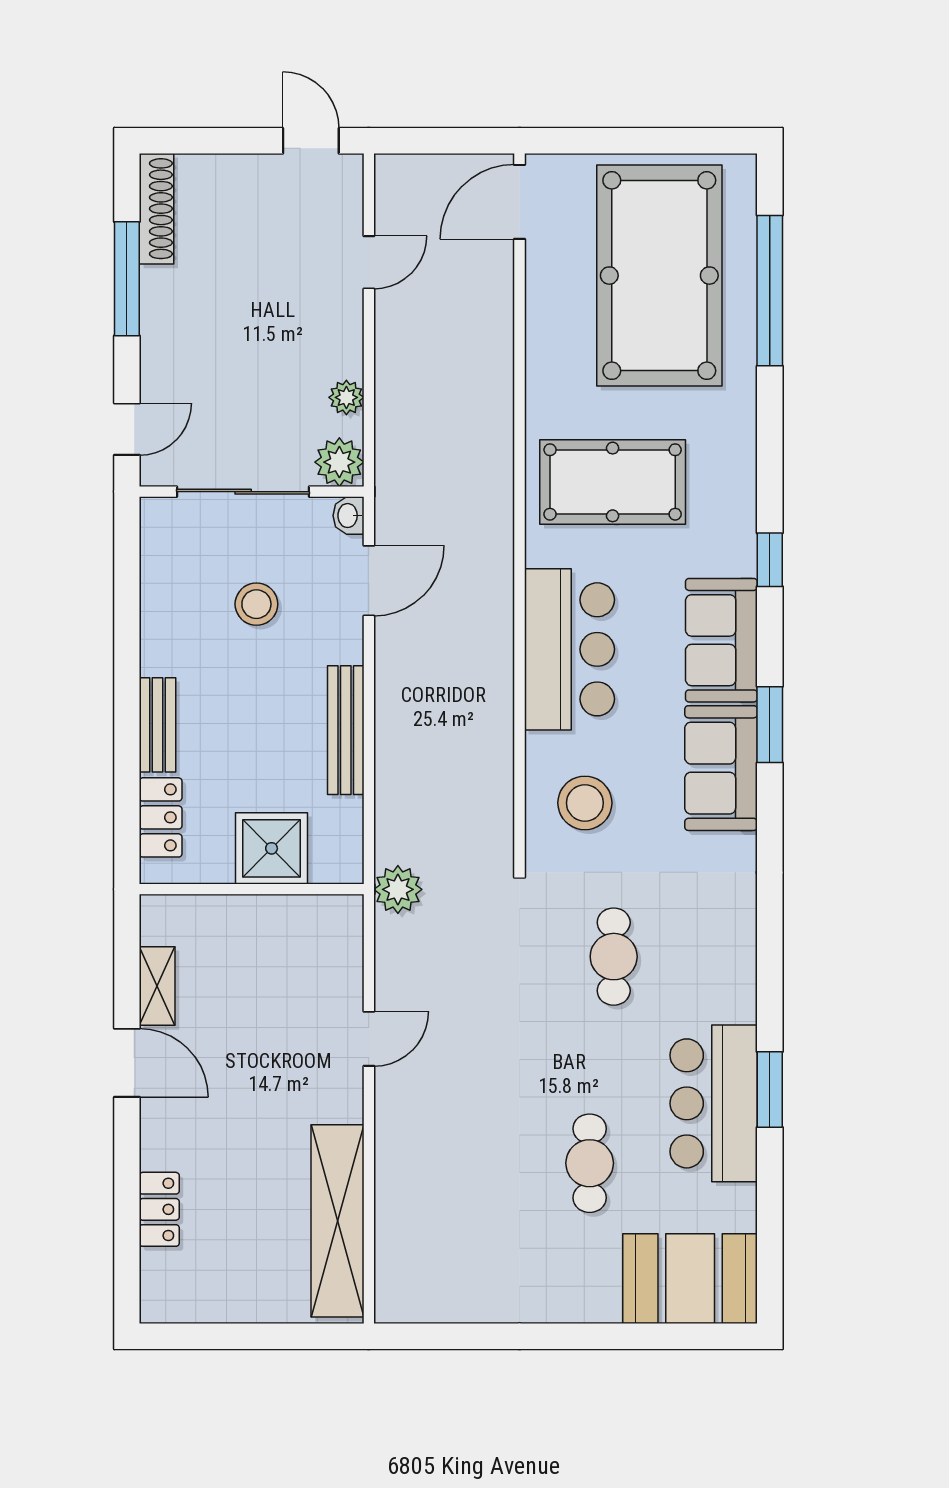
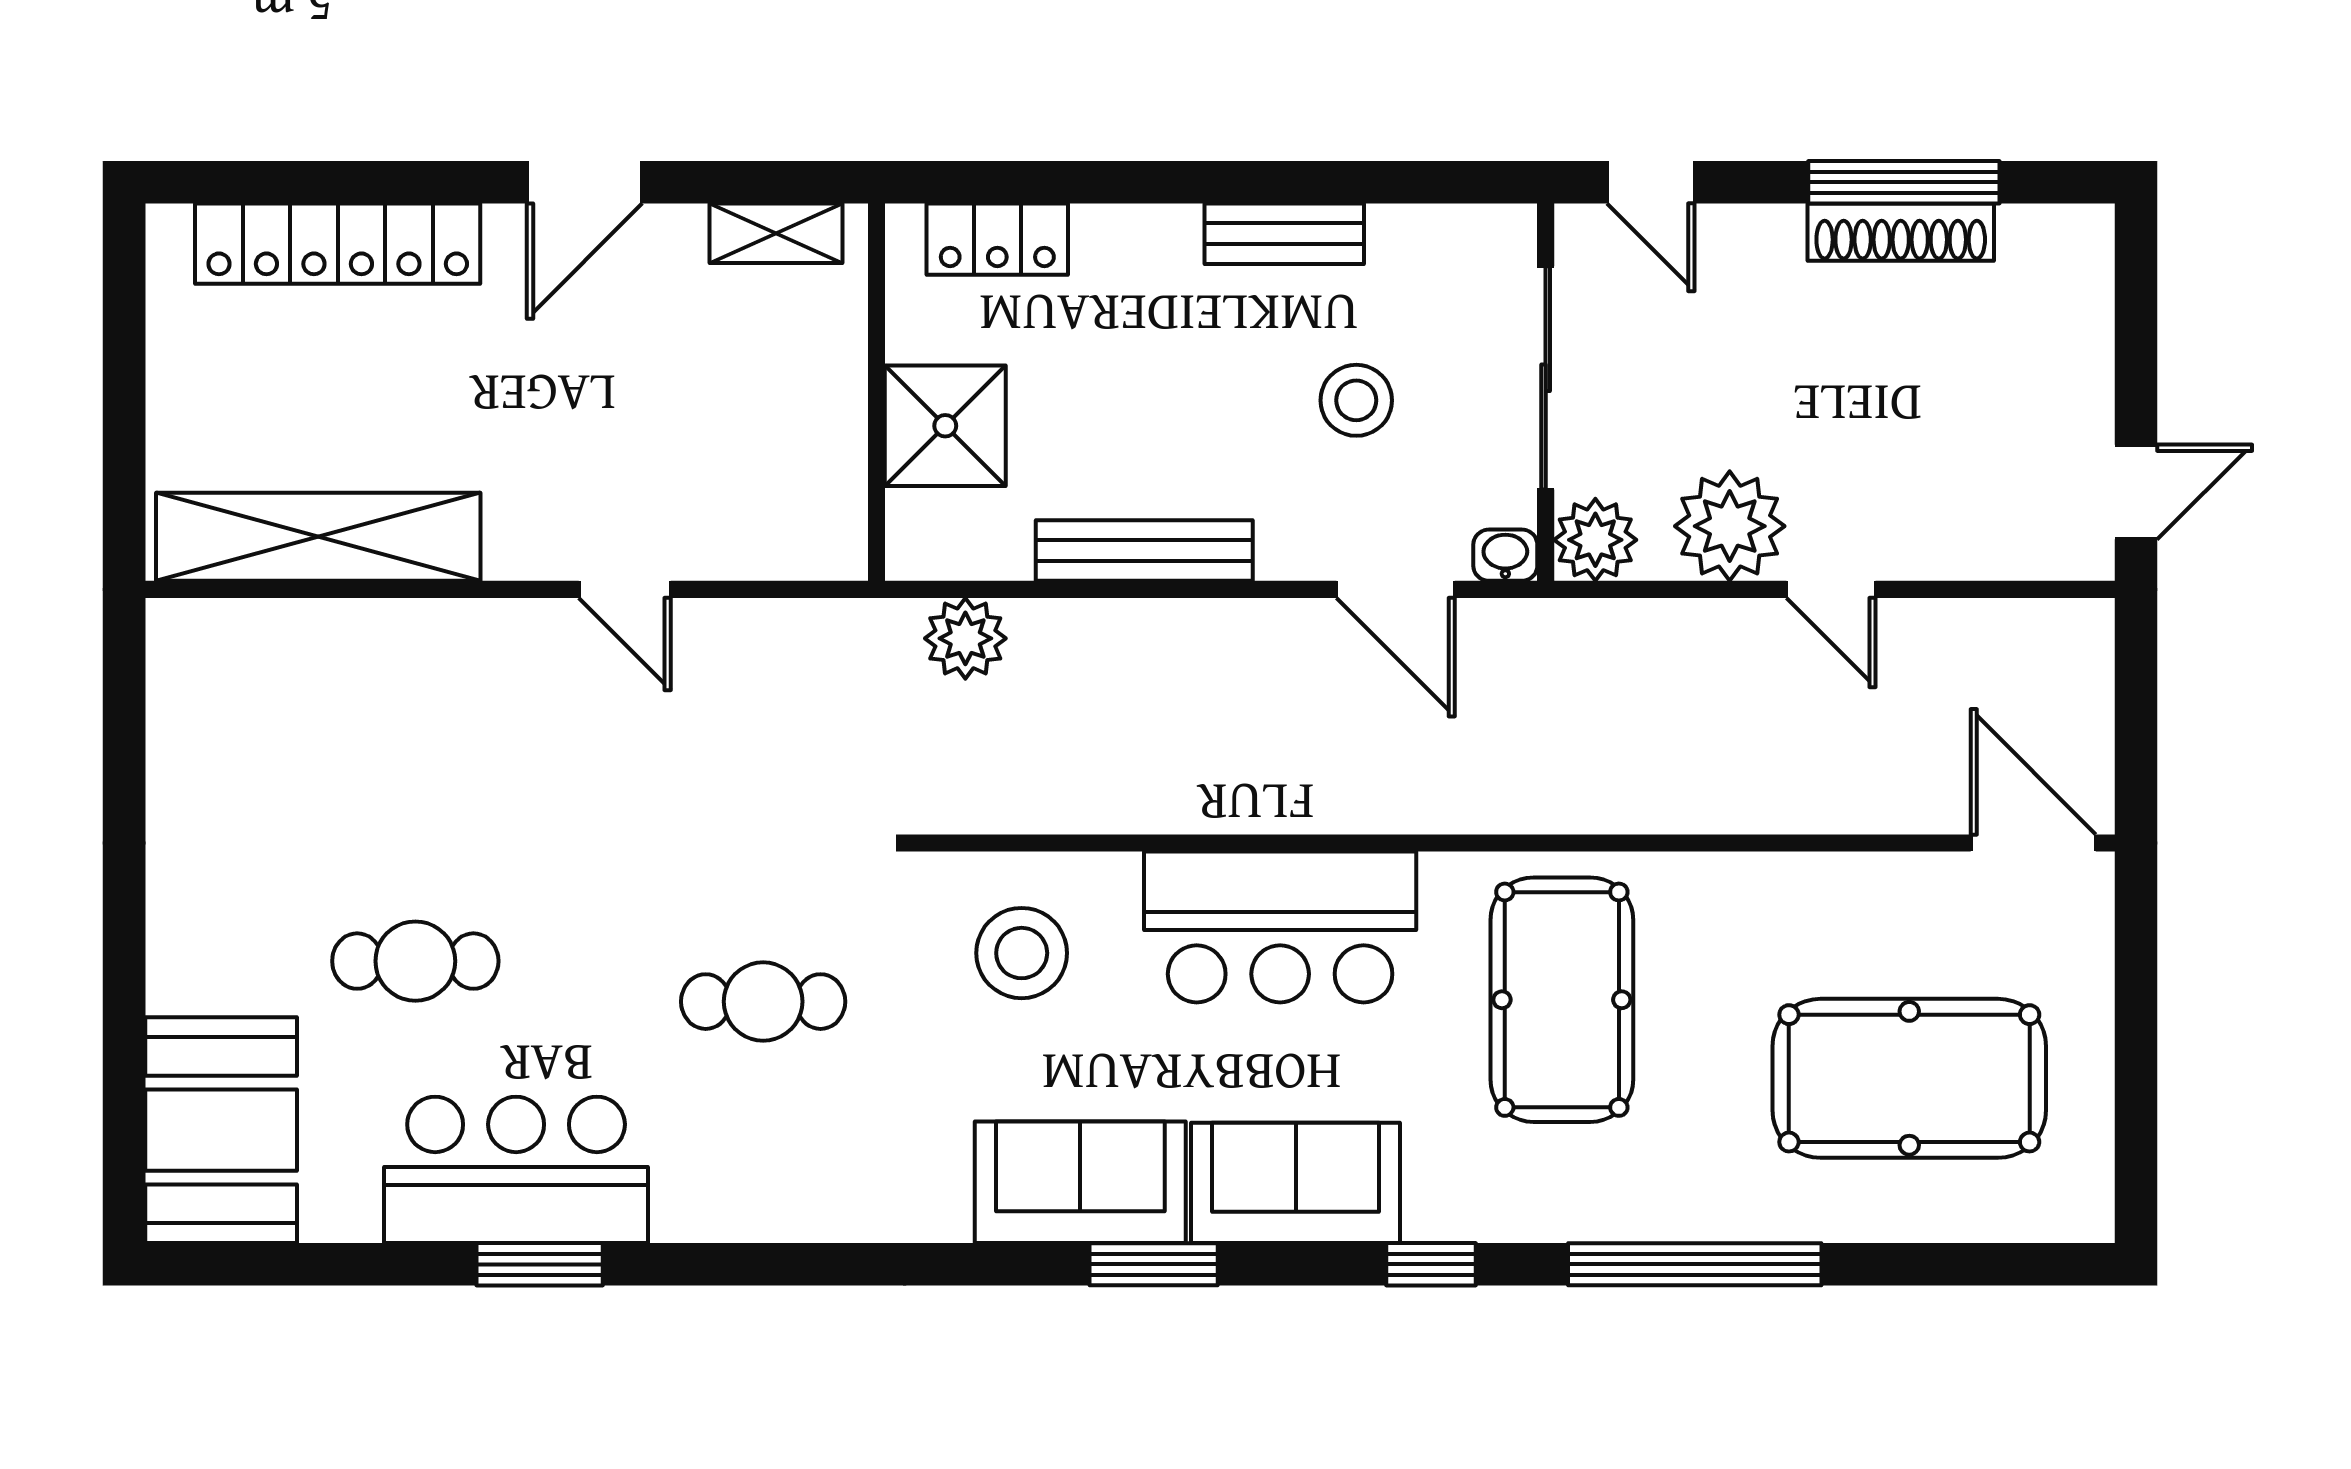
shoe rack: (156, 209) -> (1901, 232), moved
door: (369, 262) -> (1831, 589), moved
pool table: (659, 276) -> (1909, 1078), width x0.73, depth x0.76
window: (770, 291) -> (1695, 1264), moved
plant: (346, 397) -> (1730, 526), width x1.88, depth x1.88
bench: (157, 725) -> (1284, 234), moved
plant: (398, 889) -> (965, 638), moved
shelving: (157, 986) -> (776, 233), moved
locker: (159, 1209) -> (338, 244), width x2.16, depth x1.21

